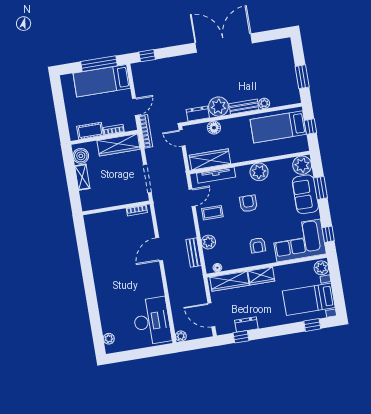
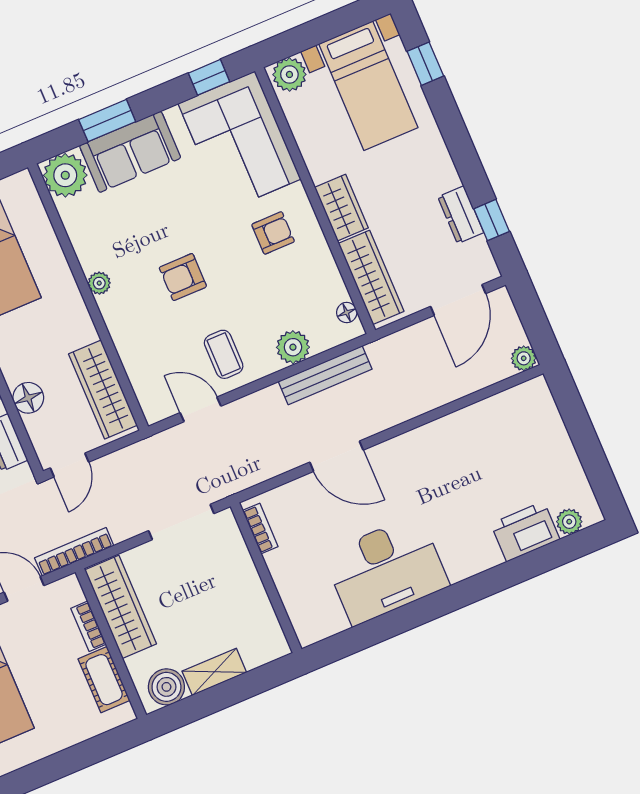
plant: (259, 172) -> (99, 283), width x0.53, depth x0.53
tv unit: (216, 175) -> (136, 367), removed
bench: (194, 253) -> (325, 375), width x1.36
printer: (109, 320) -> (525, 531), added
desk: (152, 321) -> (386, 570), moved, turned 180

